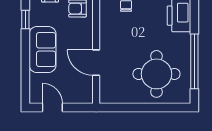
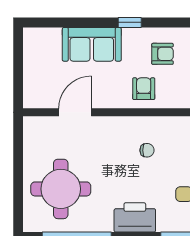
door: (52, 108) -> (18, 57), removed

